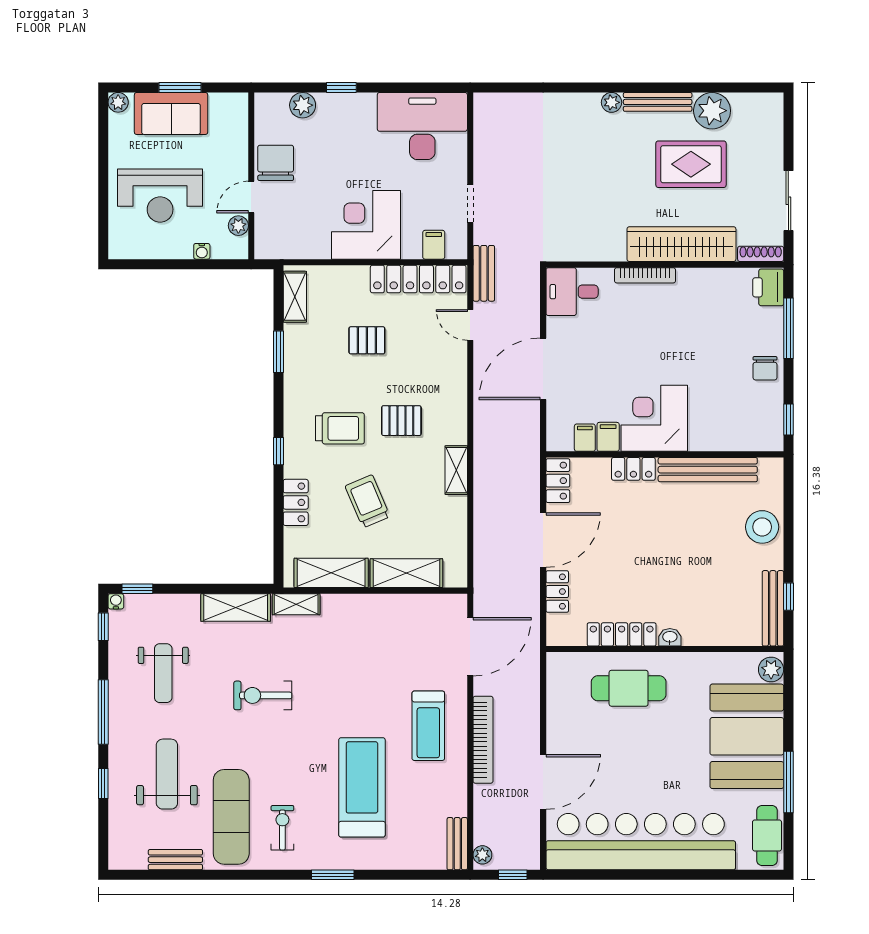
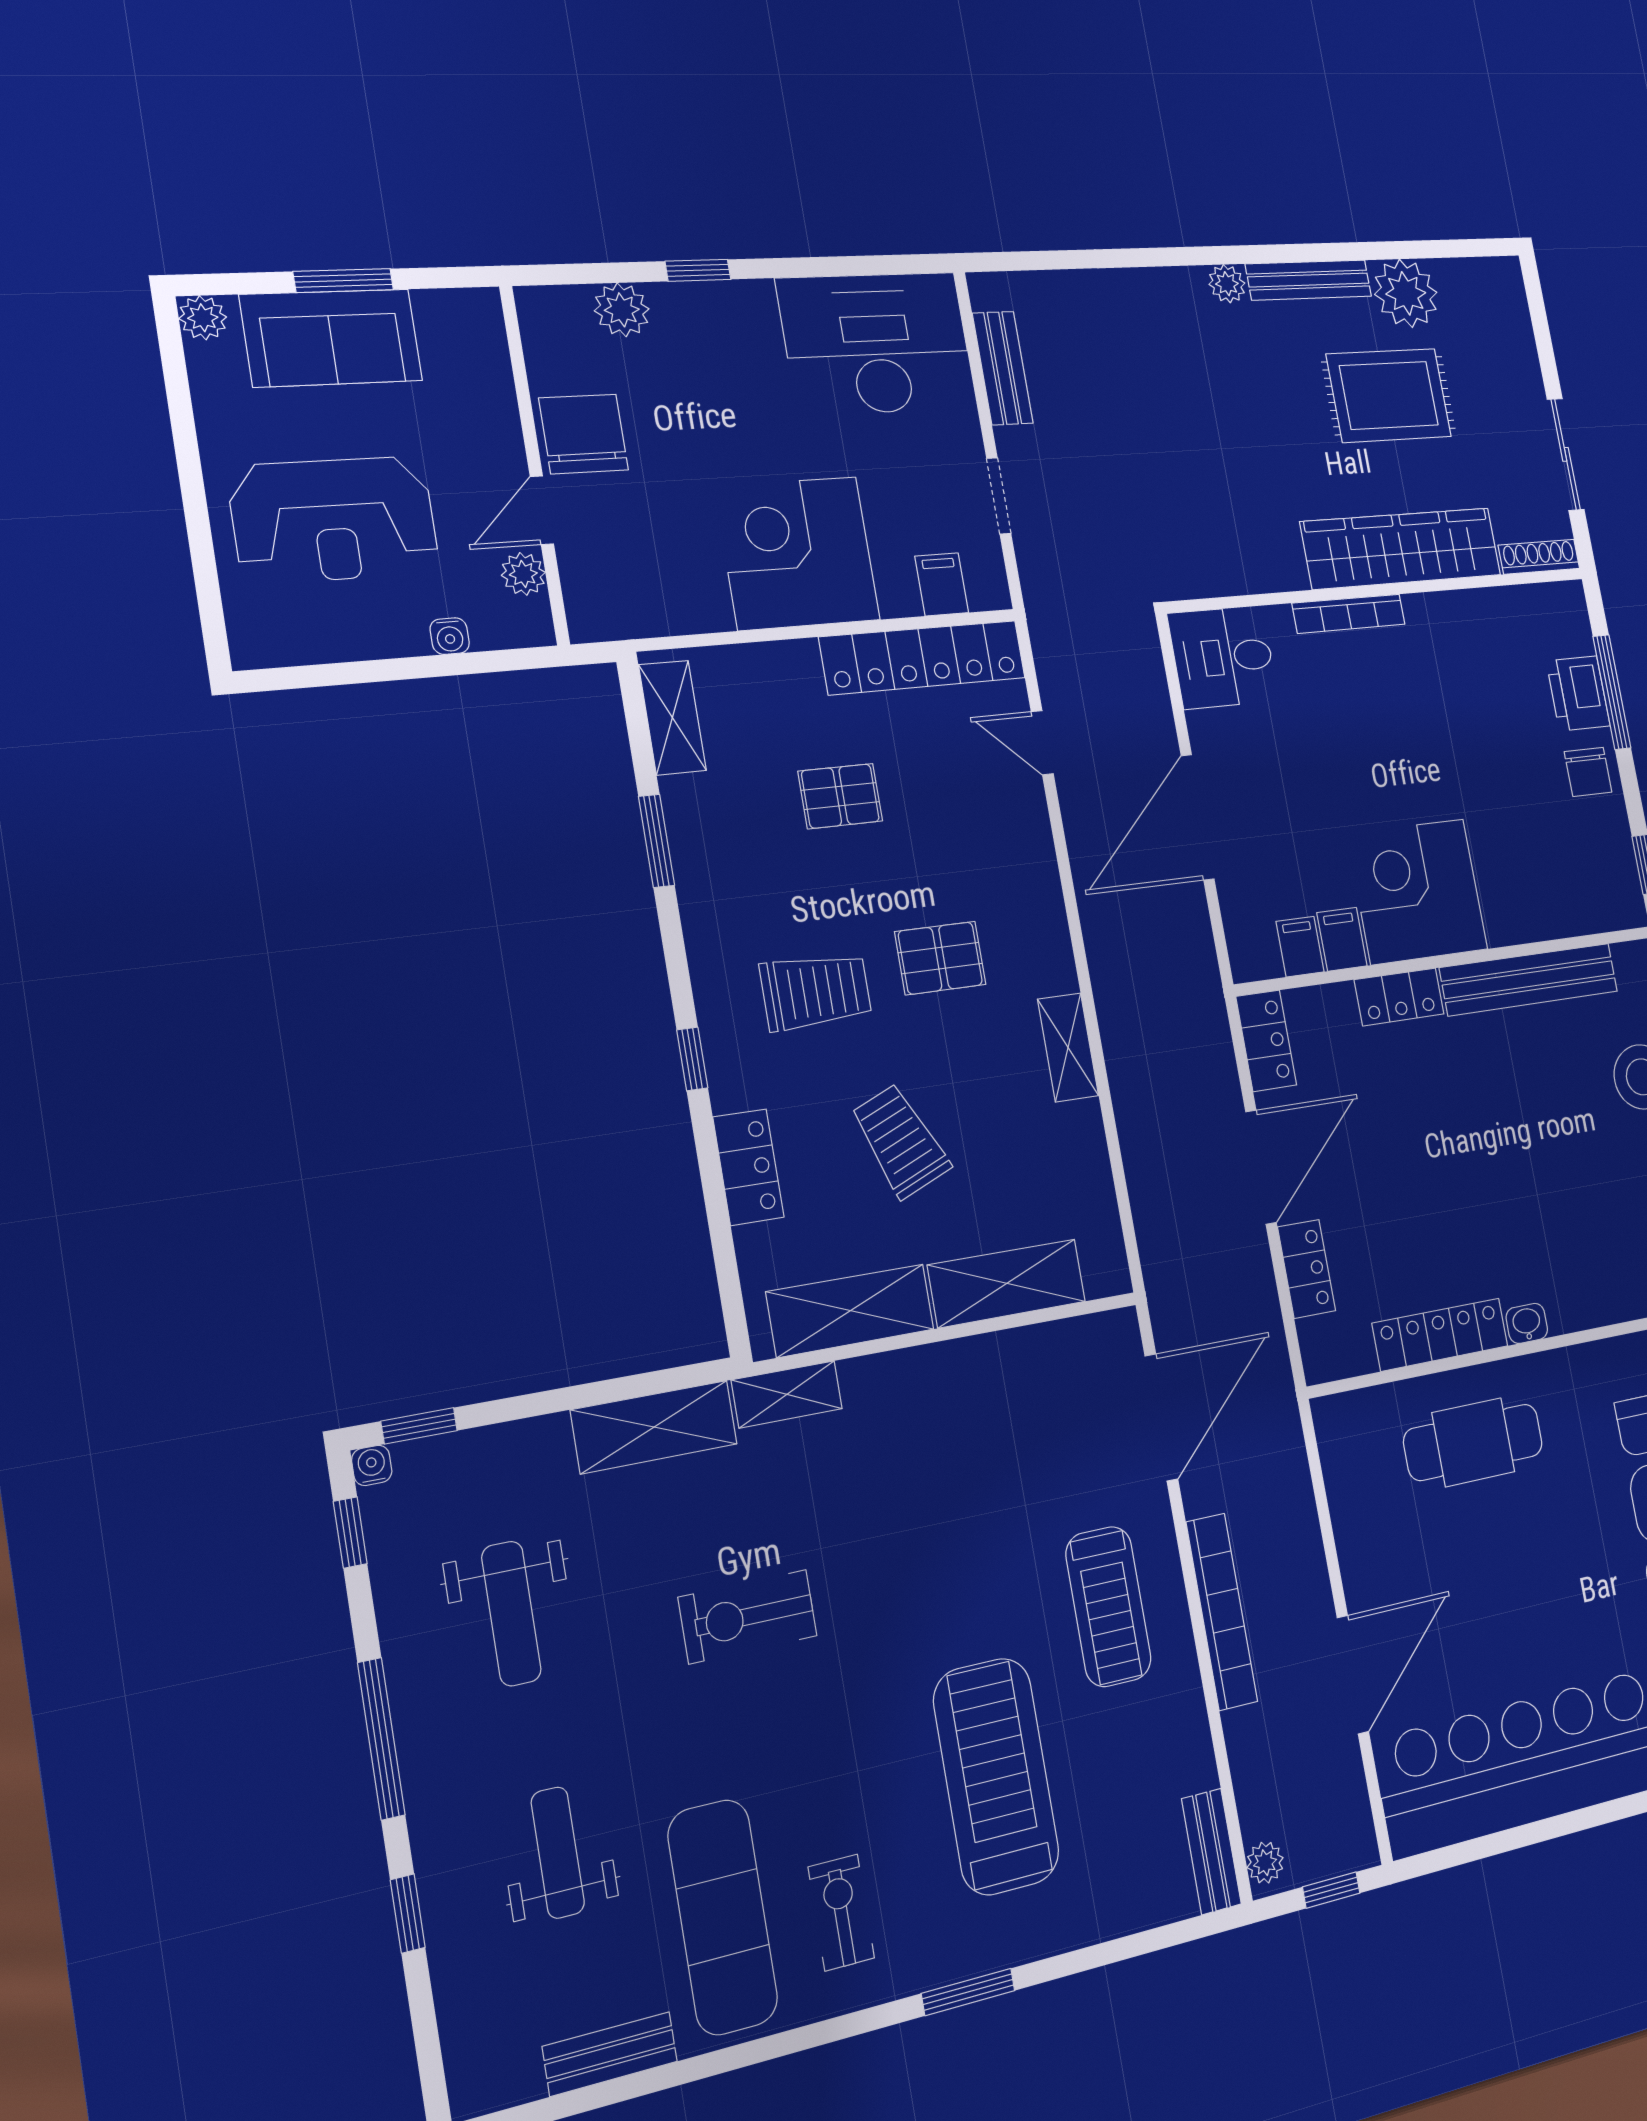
bench: (484, 273) -> (1003, 368), moved
printer: (768, 287) -> (1578, 693), moved
weight bench: (167, 774) -> (558, 1853), width x0.73, depth x0.75

